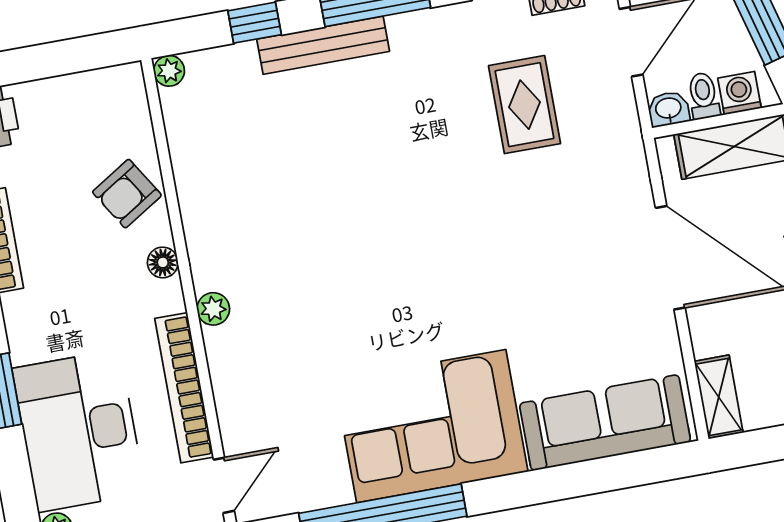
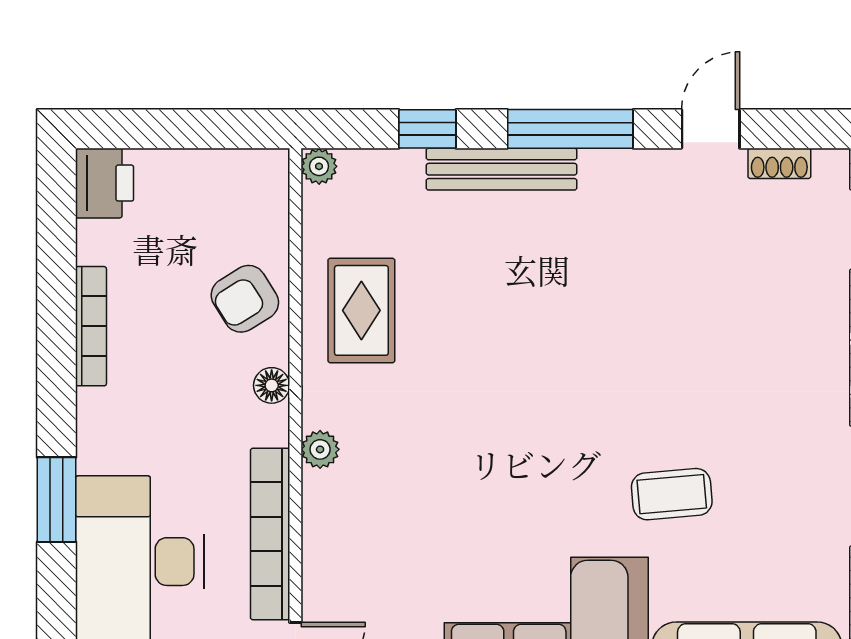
rug: (525, 105) -> (361, 310), moved
coffee table: (516, 293) -> (672, 494), added

